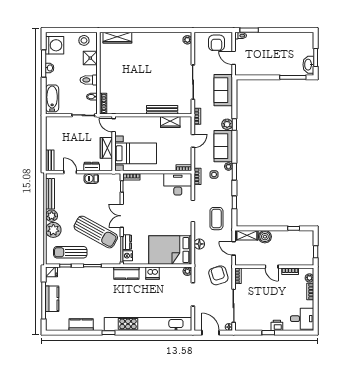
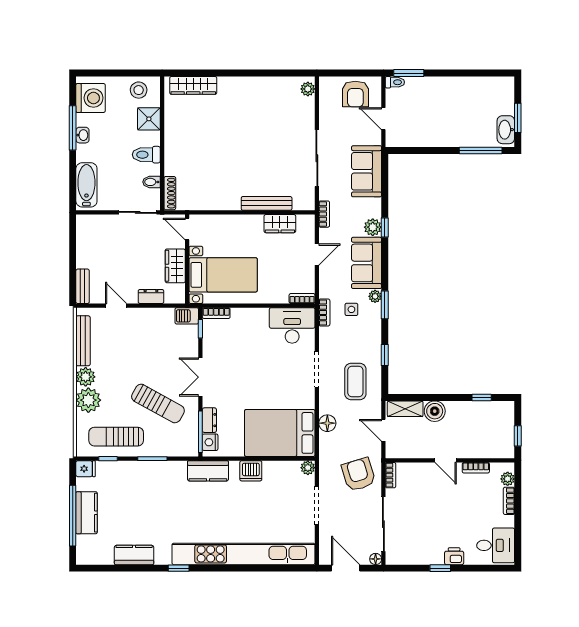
barbecue: (91, 178) -> (187, 316), moved
sun lounger: (96, 232) -> (158, 404), width x0.73, depth x0.75

